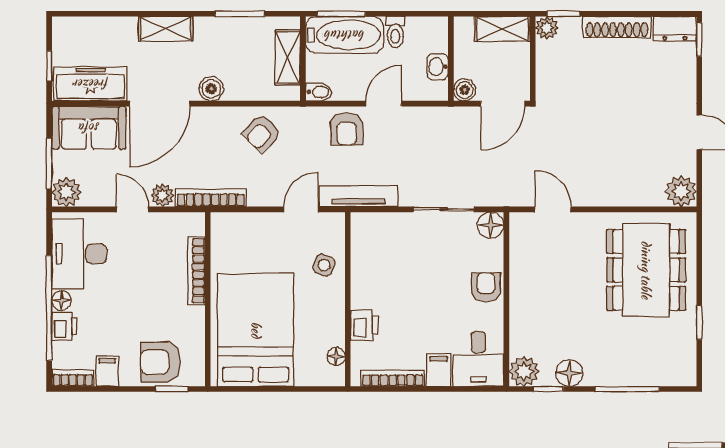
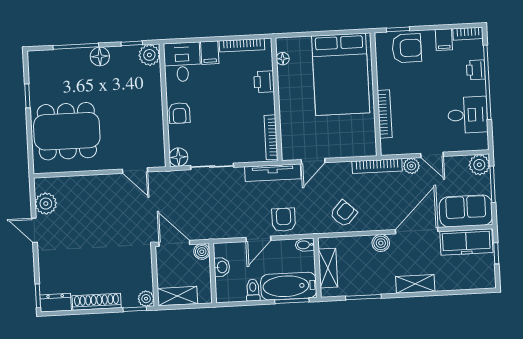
door: (503, 104) -> (174, 243), hinge flipped
plant: (681, 191) -> (46, 204), moved
bookcase: (359, 246) -> (271, 137), added
desk: (79, 254) -> (468, 115), width x0.73
side table: (324, 265) -> (295, 123), removed
dining table: (646, 270) -> (67, 131), turned 90
floor lamp: (61, 301) -> (479, 88), removed
floor lamp: (569, 373) -> (100, 56), moved

